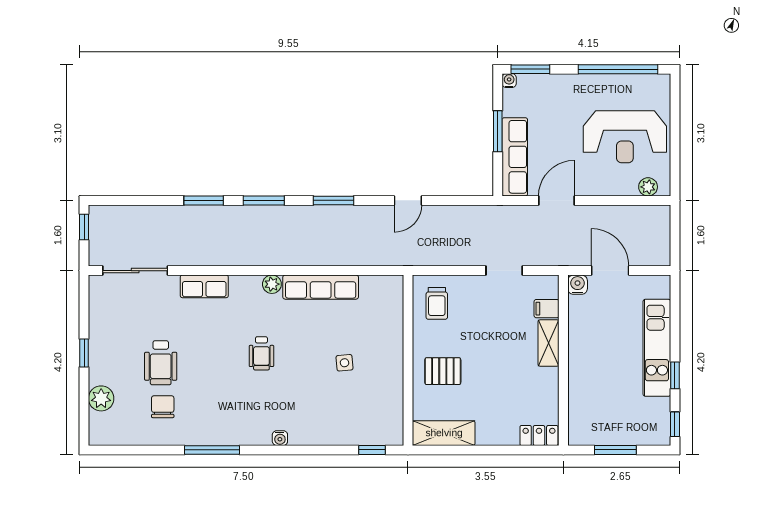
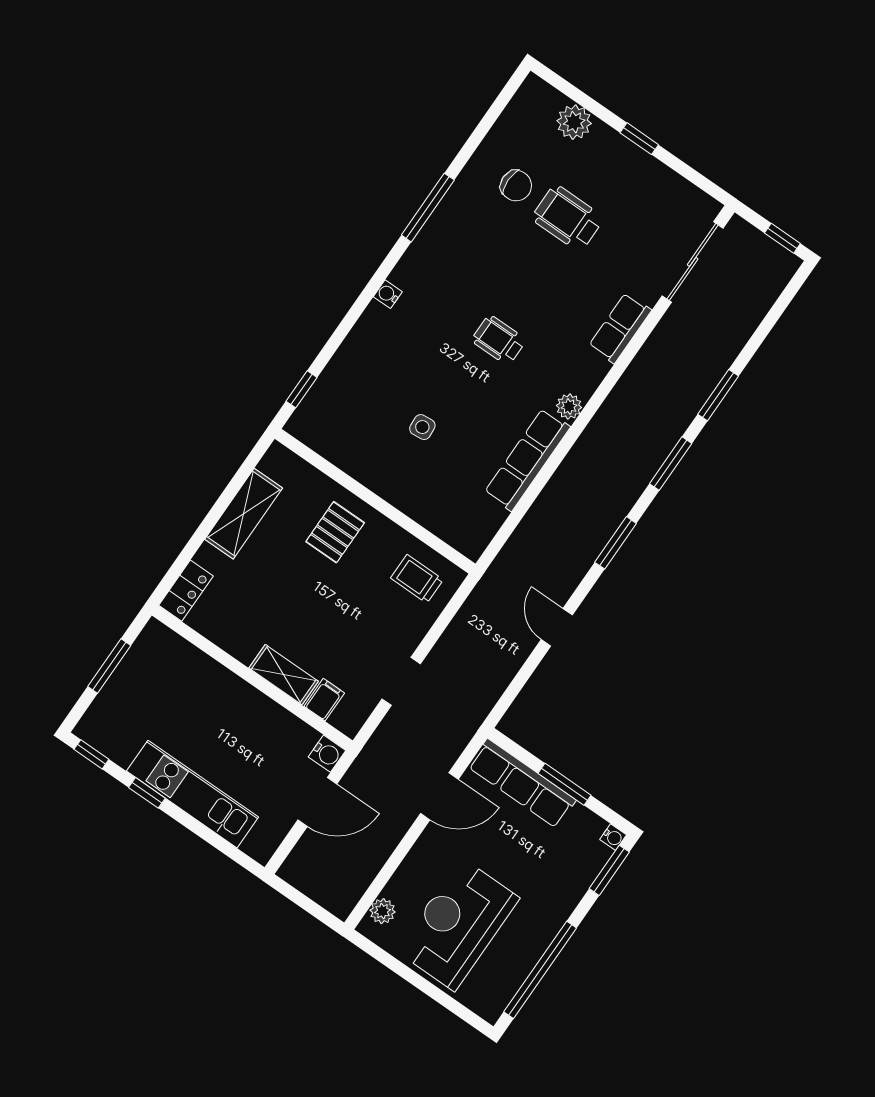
door: (556, 200) -> (439, 796), hinge flipped
shelving: (444, 433) -> (244, 514), moved

